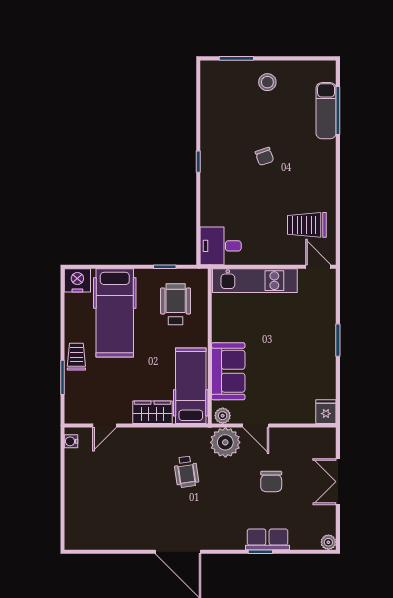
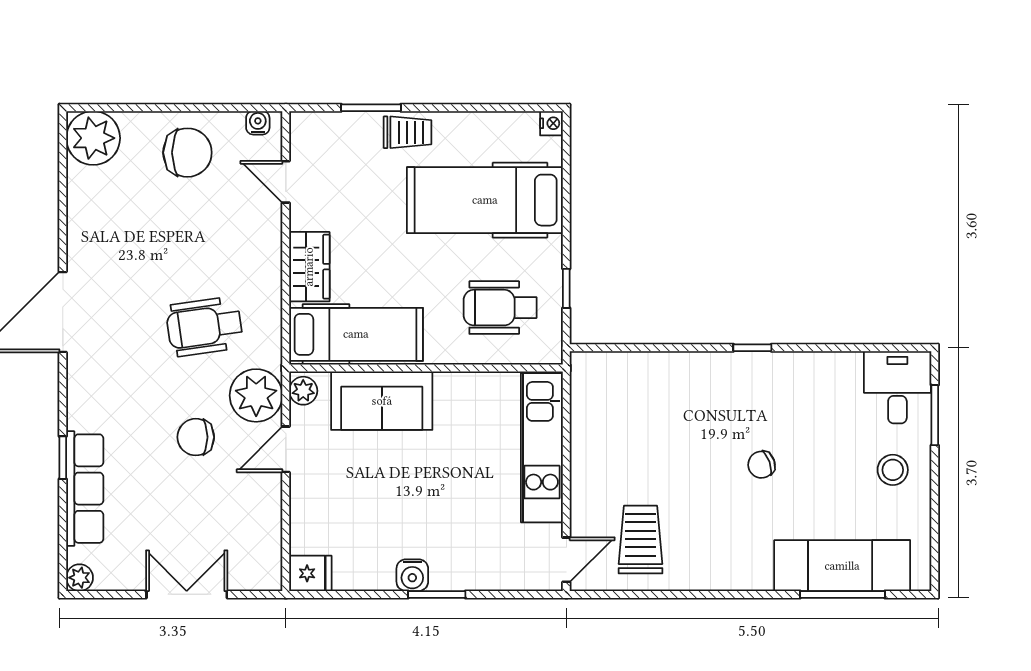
exam couch: (326, 111) -> (842, 566), width x1.36, depth x1.45
desk: (221, 246) -> (897, 387), moved
nightstand: (77, 280) -> (552, 123), width x0.53, depth x0.56
wheelchair: (176, 304) -> (500, 308), turned 180
water cooler: (327, 354) -> (412, 575), added
wheelchair: (186, 472) -> (204, 327), width x1.36, depth x1.37
chair: (88, 481) -> (187, 153), added
chair: (271, 481) -> (196, 437), moved
plant: (80, 535) -> (93, 138), added
row of seats: (267, 539) -> (85, 489), width x1.48

